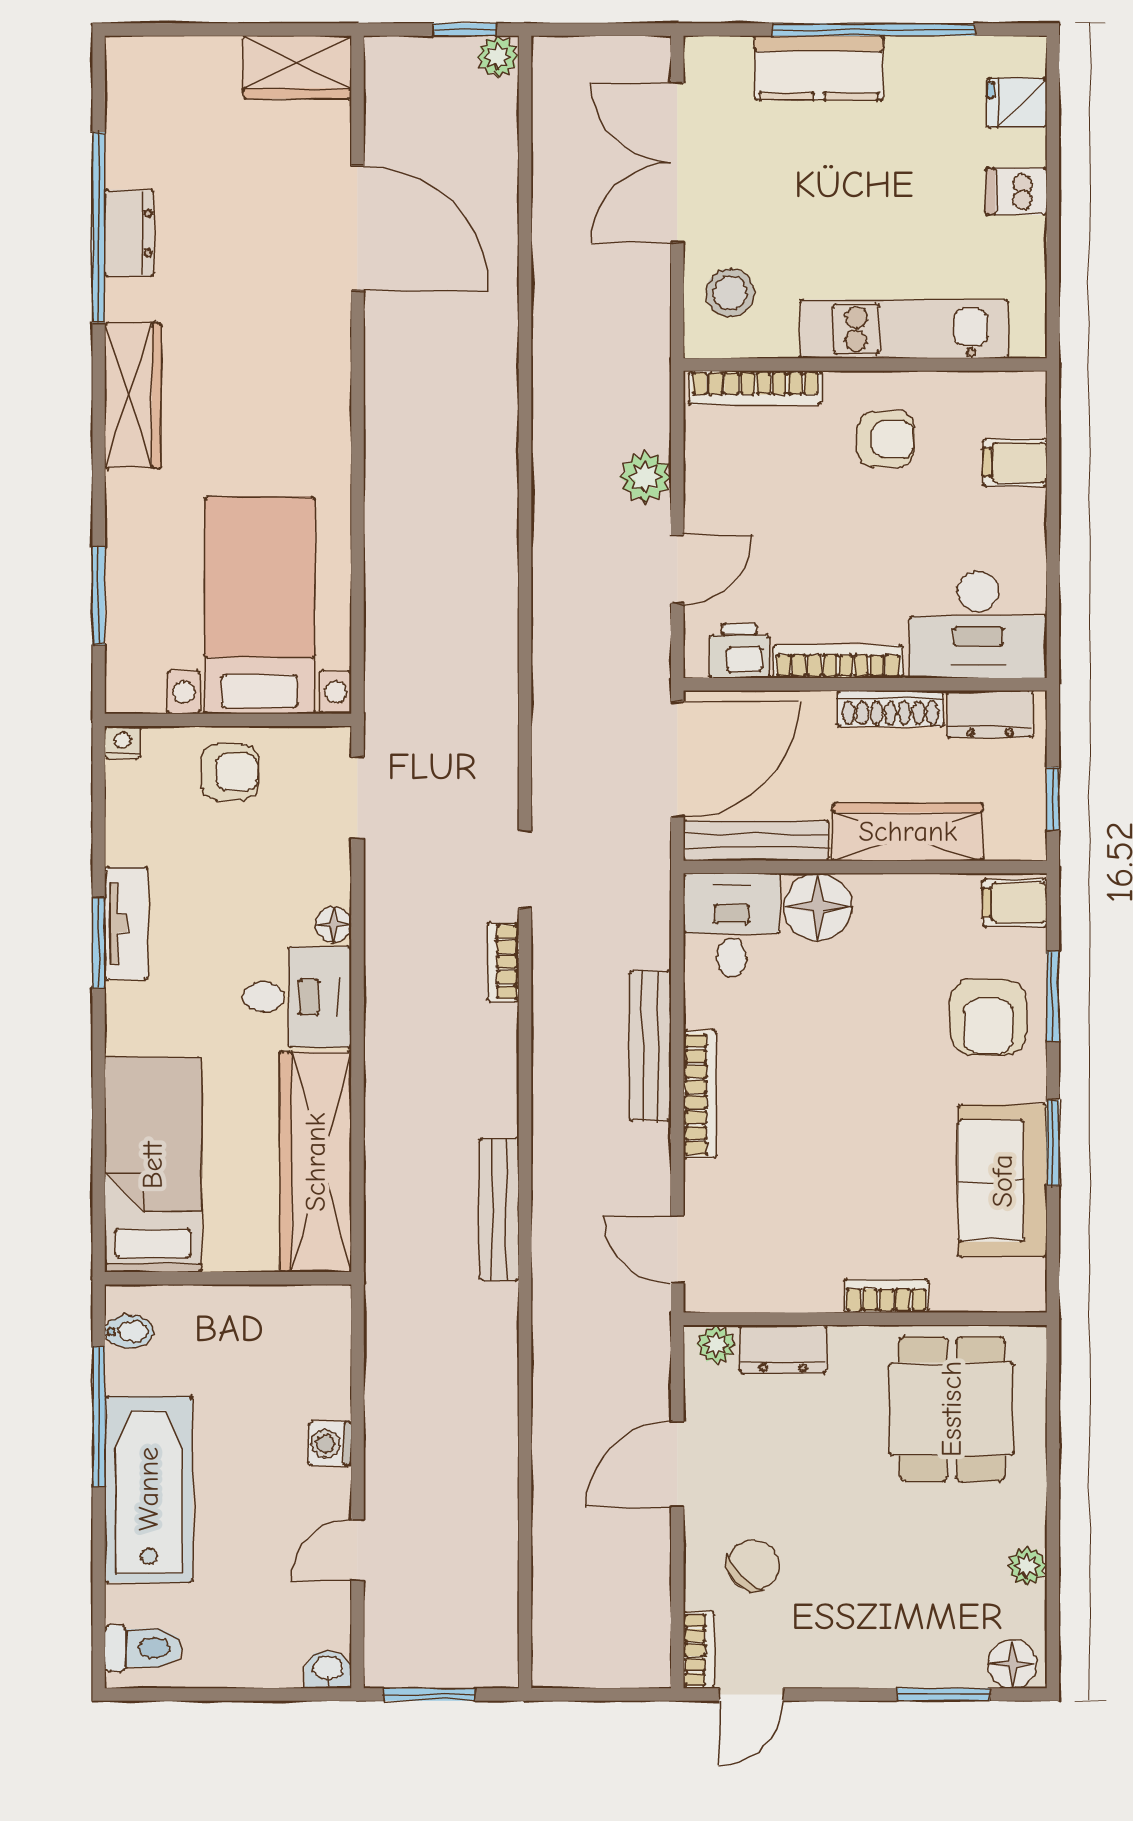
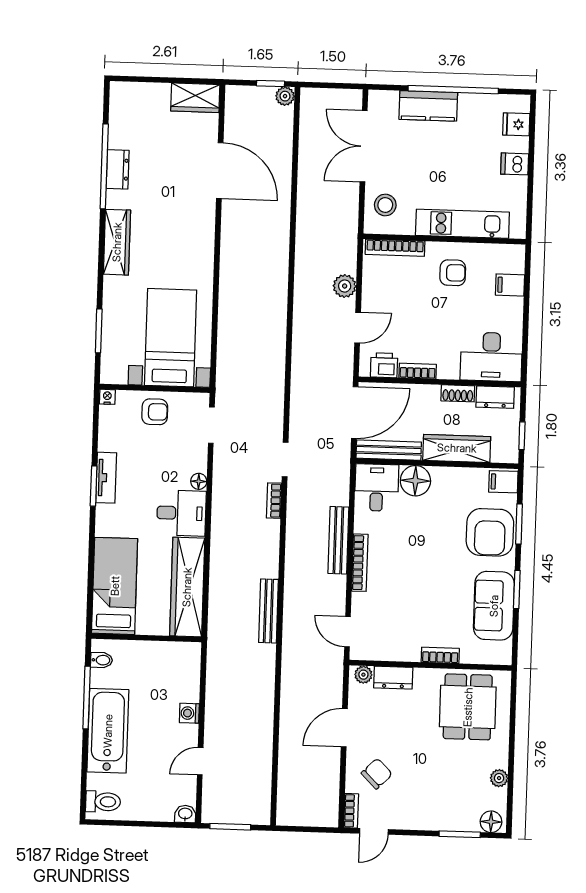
bookcase: (838, 662) -> (418, 371), width x0.64
shoe rack: (890, 709) -> (458, 393), width x0.70
armchair: (988, 1017) -> (490, 532), width x1.36, depth x1.36

